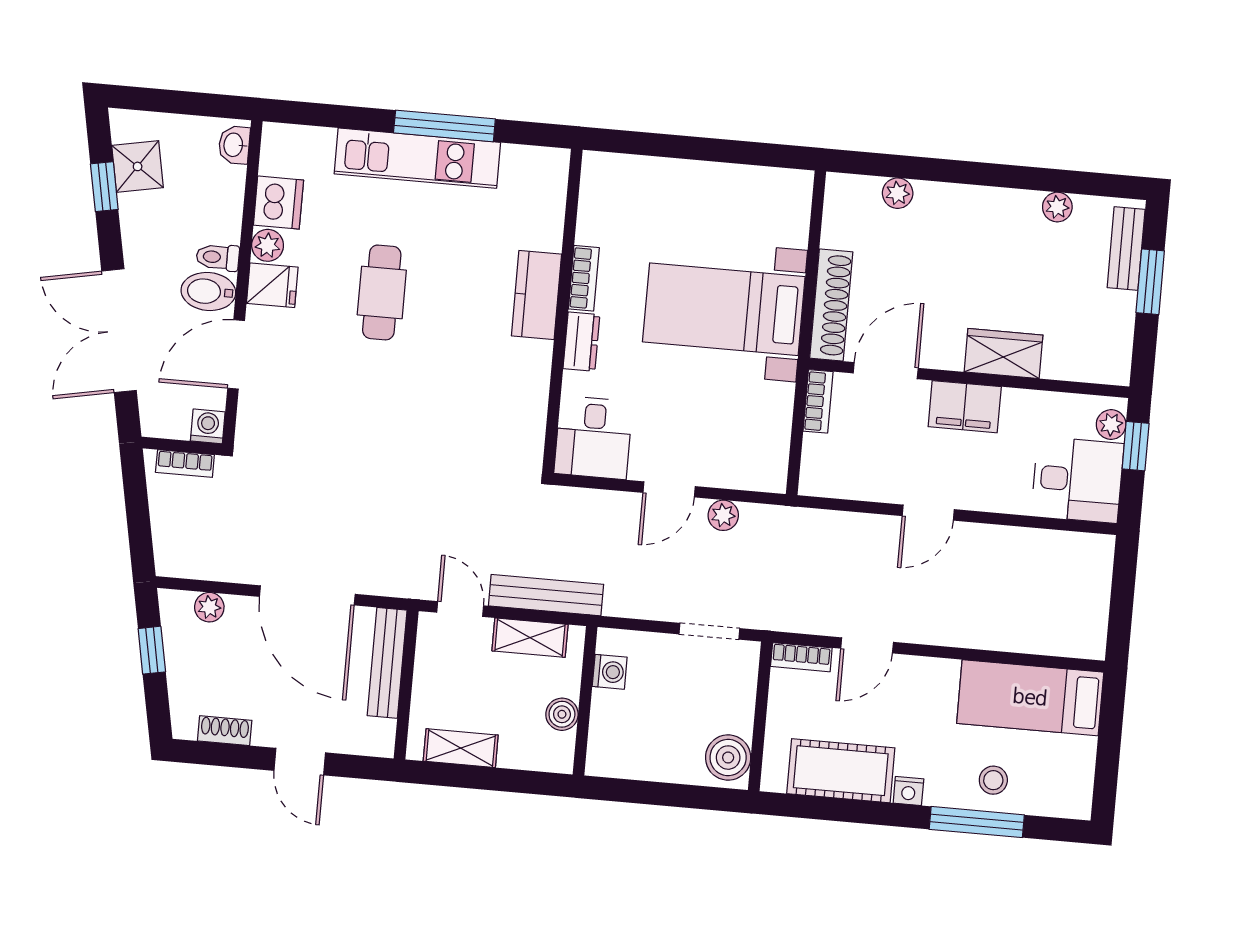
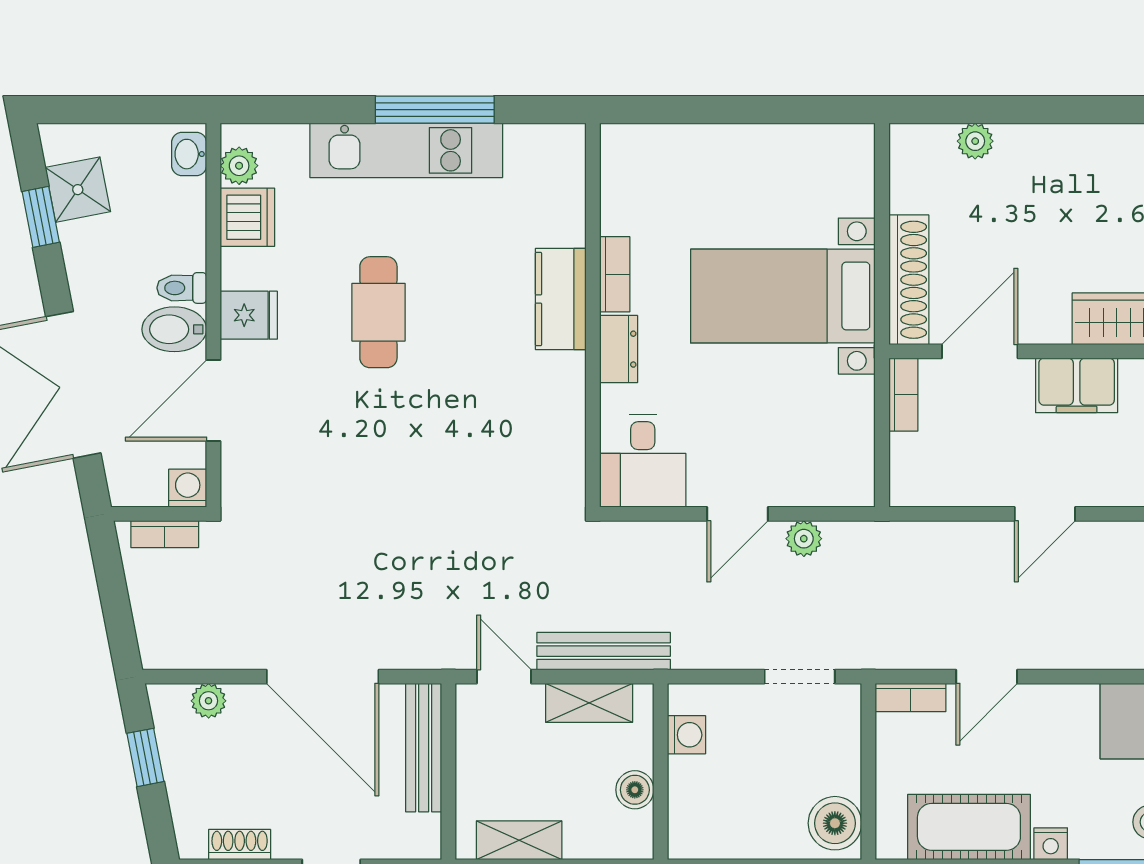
plant: (268, 245) -> (239, 166), moved

